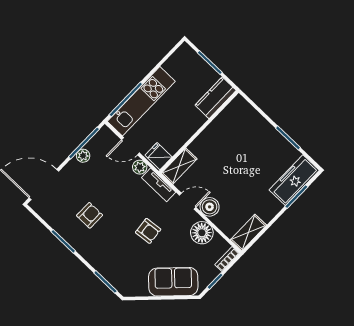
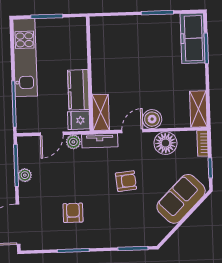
kitchen counter: (216, 98) -> (78, 90), moved
kitchen unit: (141, 101) -> (25, 58), moved

